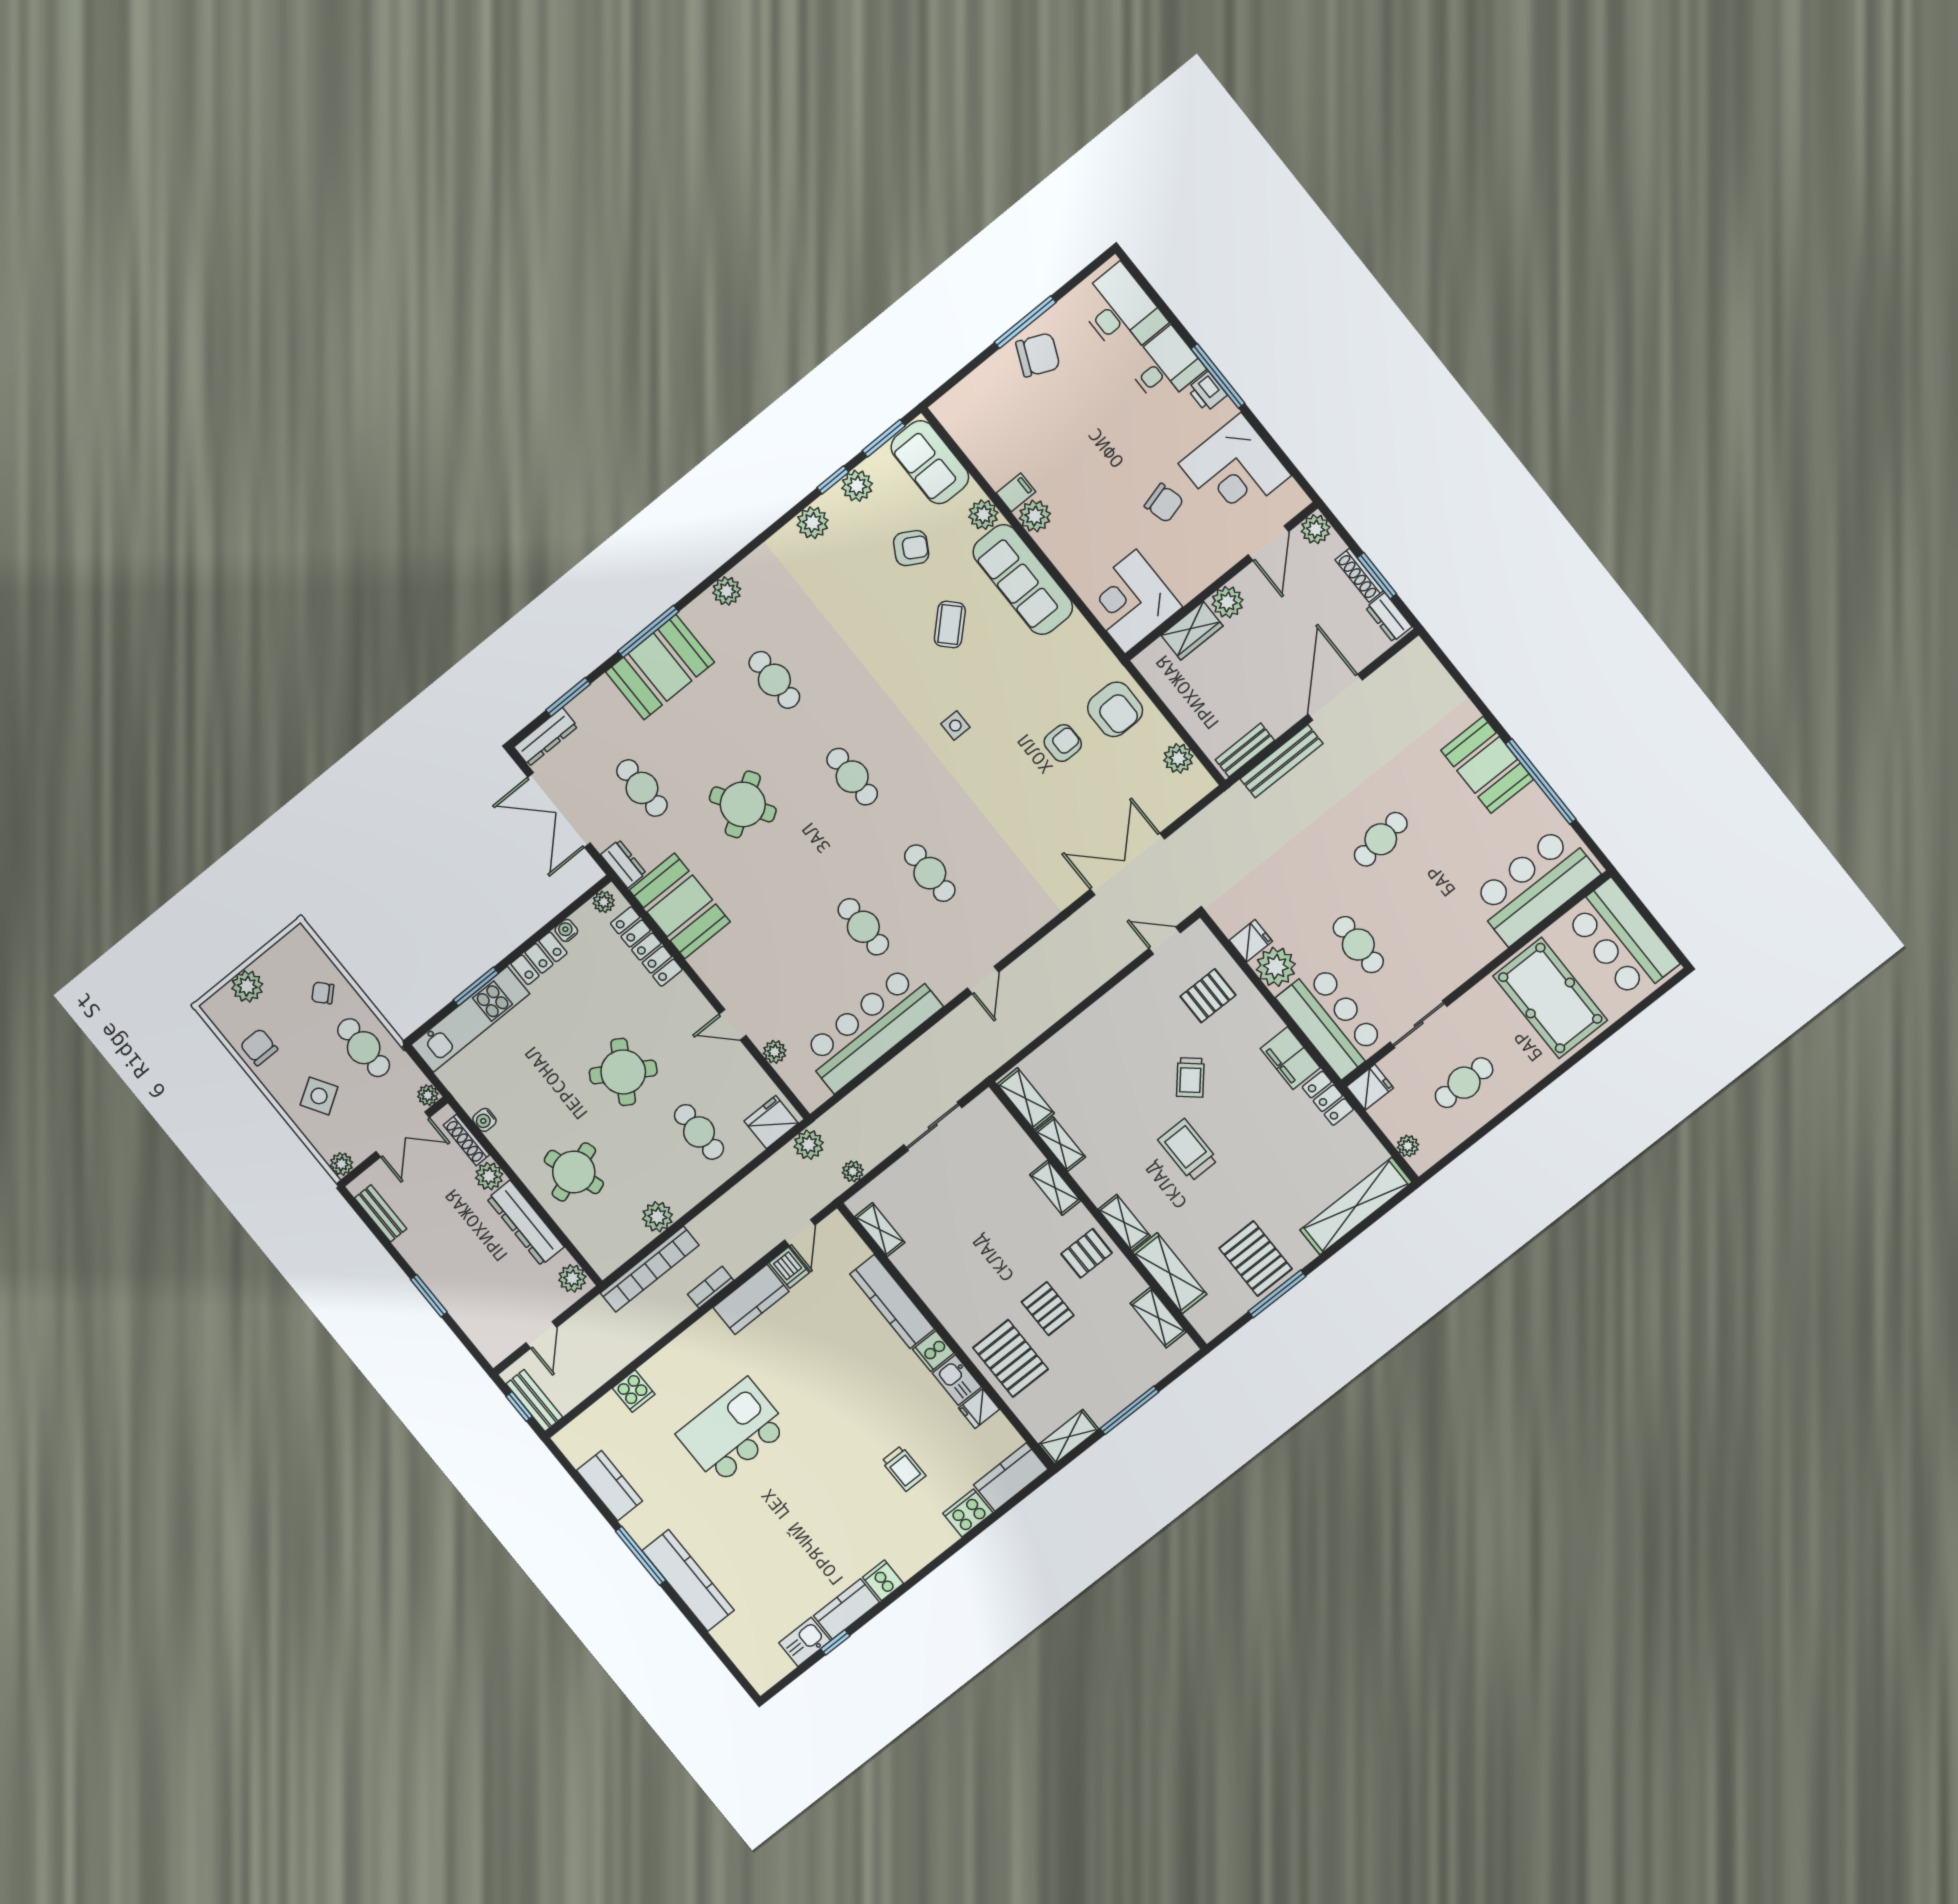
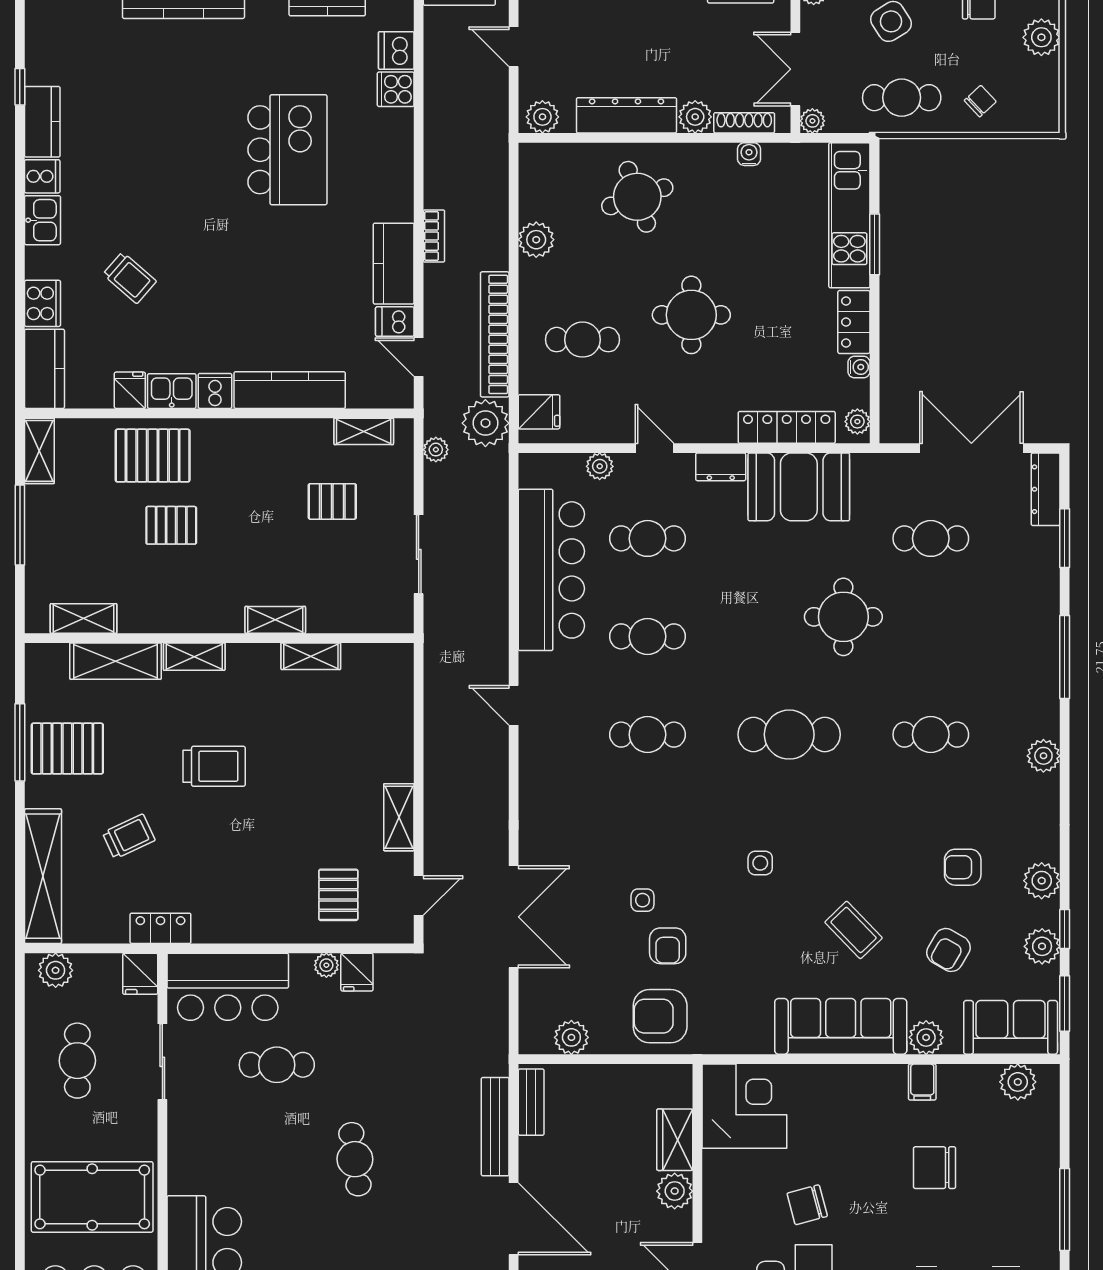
chair: (1038, 355) -> (935, 1168), moved, turned 66
plant: (1035, 516) -> (1018, 1082), moved
armchair: (847, 584) -> (963, 867), added
booth: (660, 667) -> (1025, 642), removed
cafe table: (852, 777) -> (789, 735), width x1.37, depth x1.35
side table: (1045, 785) -> (643, 900), added
round table: (743, 804) -> (843, 617), turned 32
dresser: (623, 864) -> (721, 467), moved
plant: (1276, 967) -> (326, 965), width x0.53, depth x0.53
cafe table: (797, 980) -> (648, 538), added
door: (733, 1025) -> (654, 448), hinge flipped
filing cabinet: (1290, 1058) -> (223, 923), removed
round table: (623, 1072) -> (691, 315), turned -31
trolley: (1190, 1077) -> (129, 836), moved, turned 114
shelving: (1026, 1099) -> (399, 817), moved, turned 90
fridge: (771, 1122) -> (539, 412), width x0.72
plant: (809, 1145) -> (485, 423), width x1.36, depth x1.36
plant: (1408, 1146) -> (56, 970), width x1.38, depth x1.38
pallet: (1087, 1253) -> (332, 501), moved, turned 90
bookcase: (650, 1269) -> (495, 334), moved
dishwasher: (608, 1411) -> (396, 50), added
trolley: (904, 1468) -> (130, 278), turned -139
kitchen sink: (805, 1642) -> (42, 220), moved

